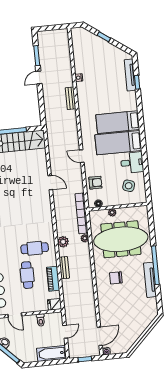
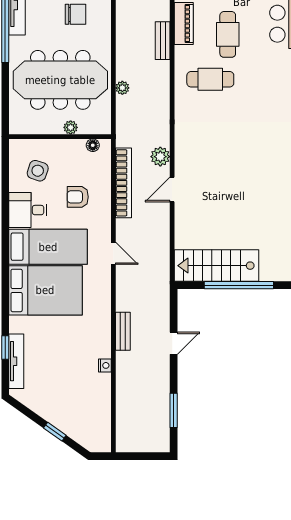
door: (39, 78) -> (174, 343), moved
bed: (118, 122) -> (45, 290), width x1.50
door: (82, 156) -> (113, 253), moved
door: (50, 183) -> (172, 190), hinge flipped
armchair: (95, 183) -> (78, 197), moved
bookcase: (82, 213) -> (123, 183), moved
plant: (63, 242) -> (160, 157), moved

